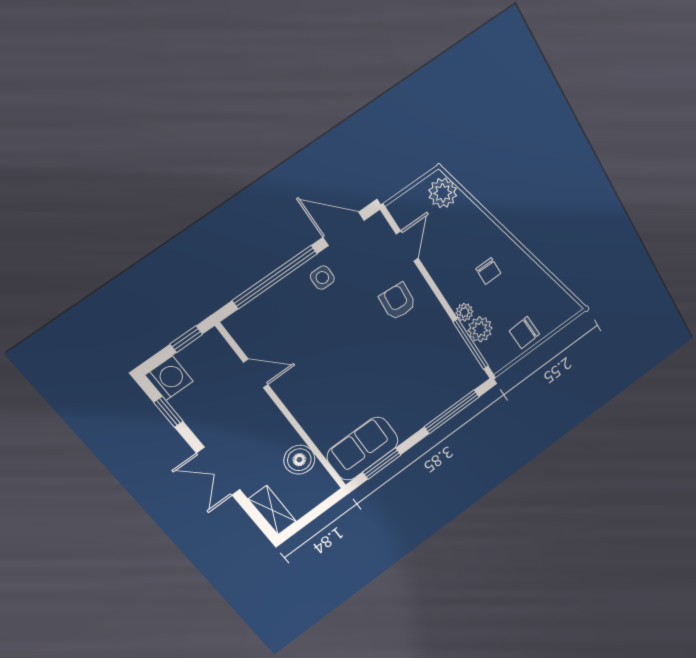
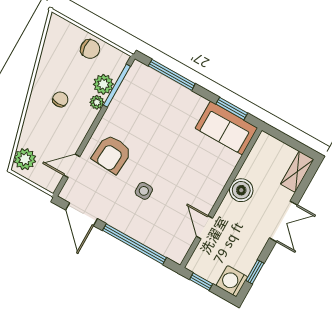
side table: (322, 278) -> (144, 191), moved
armchair: (398, 301) -> (112, 154), width x1.38, depth x1.38
boiler: (299, 460) -> (241, 190), moved

